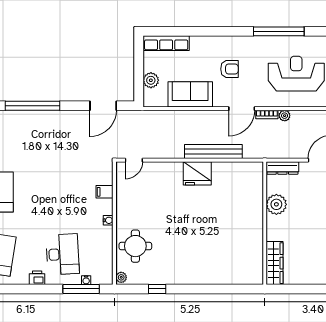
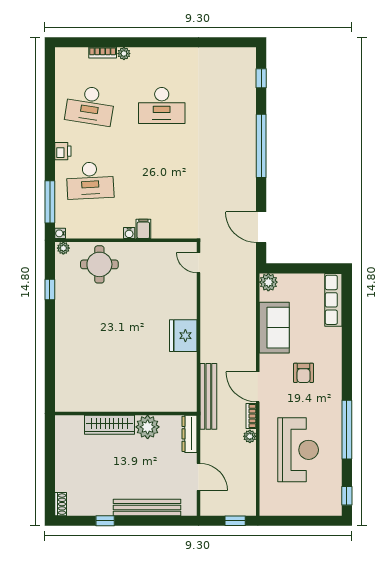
plant: (151, 80) -> (268, 282), moved
bench: (213, 152) -> (208, 396), moved
filing cabinet: (105, 192) -> (143, 229), moved
wardrobe: (275, 263) -> (109, 425), moved
water cooler: (86, 280) -> (60, 233), moved

